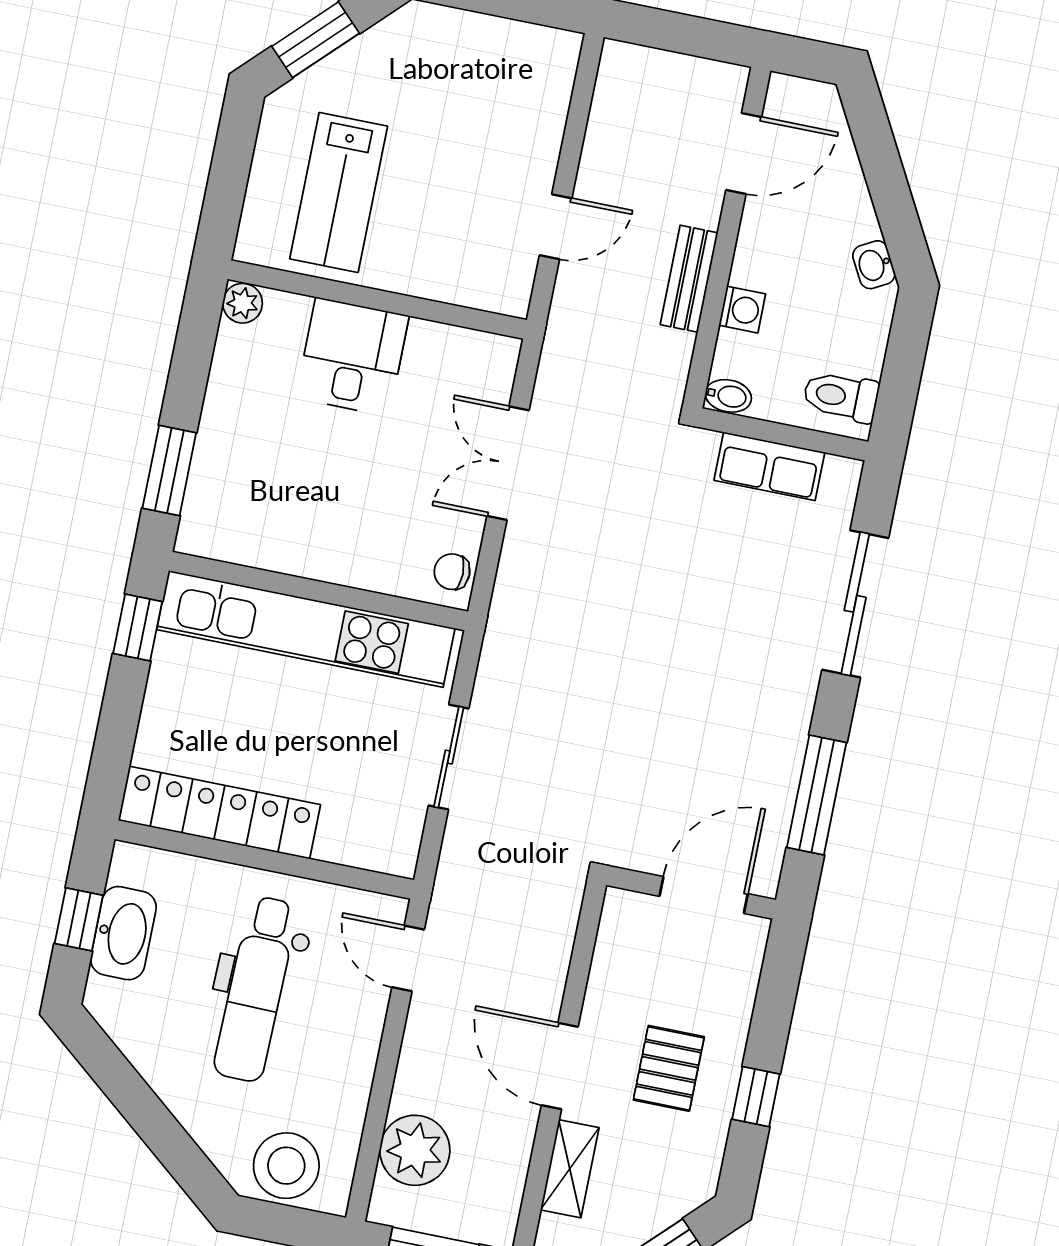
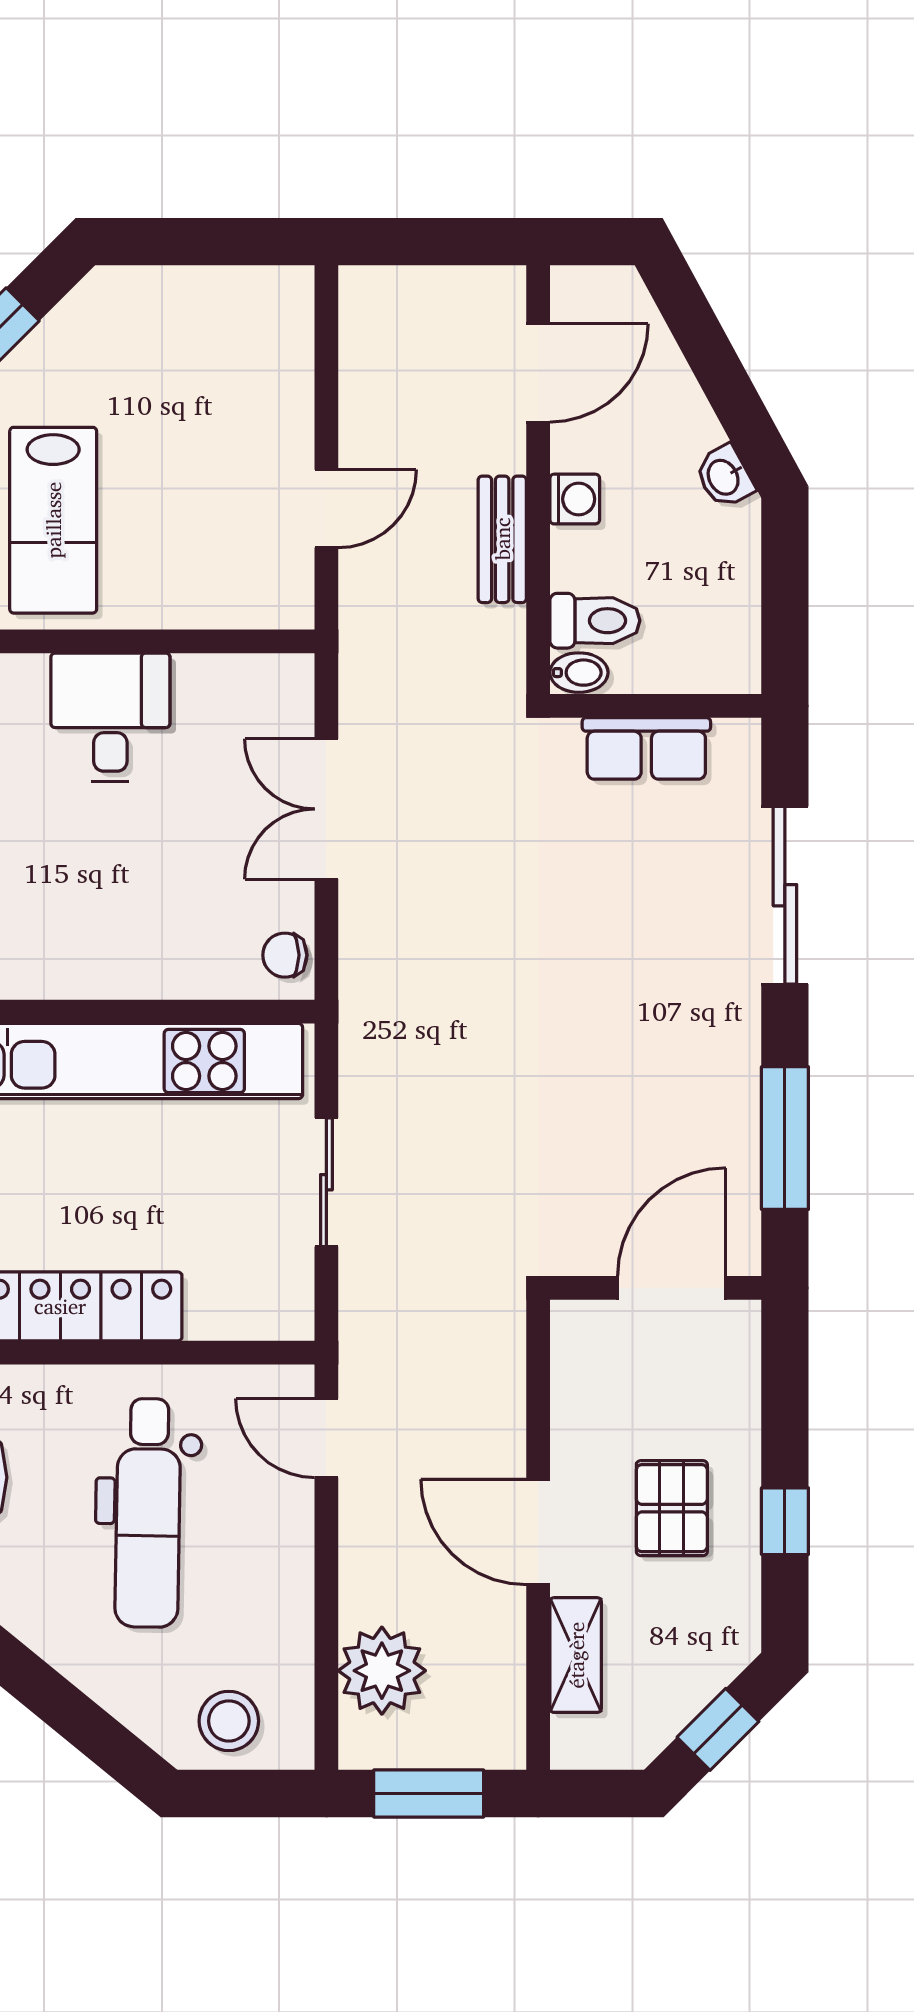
washing machine: (742, 310) -> (575, 499), moved
toilet: (841, 396) -> (595, 621), moved, turned 180
stool: (286, 1166) -> (229, 1721), width x0.73, depth x0.73

